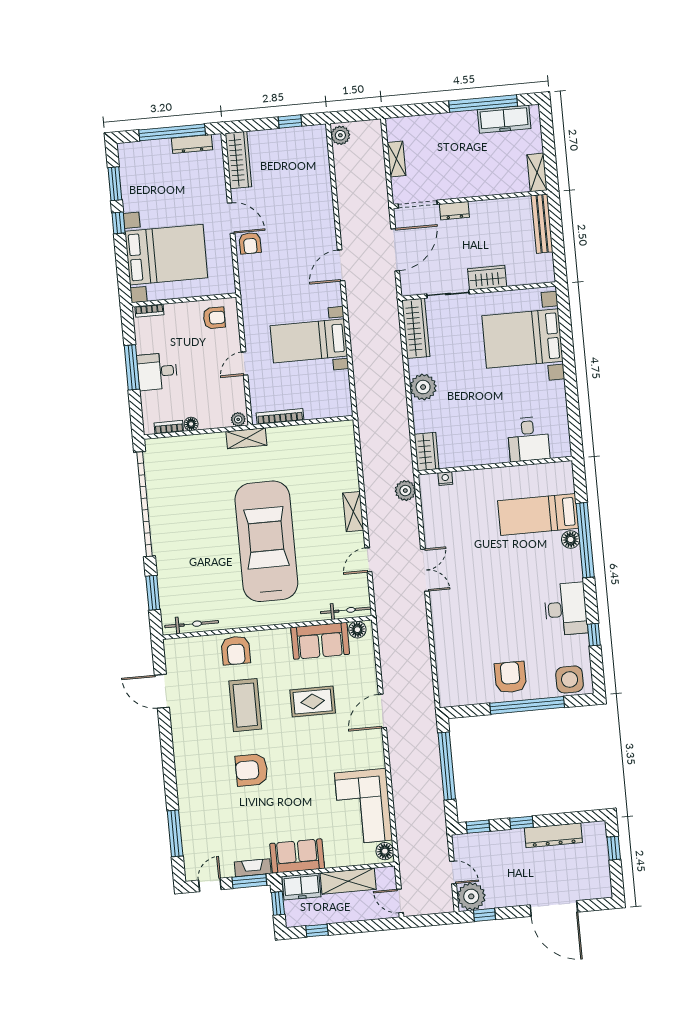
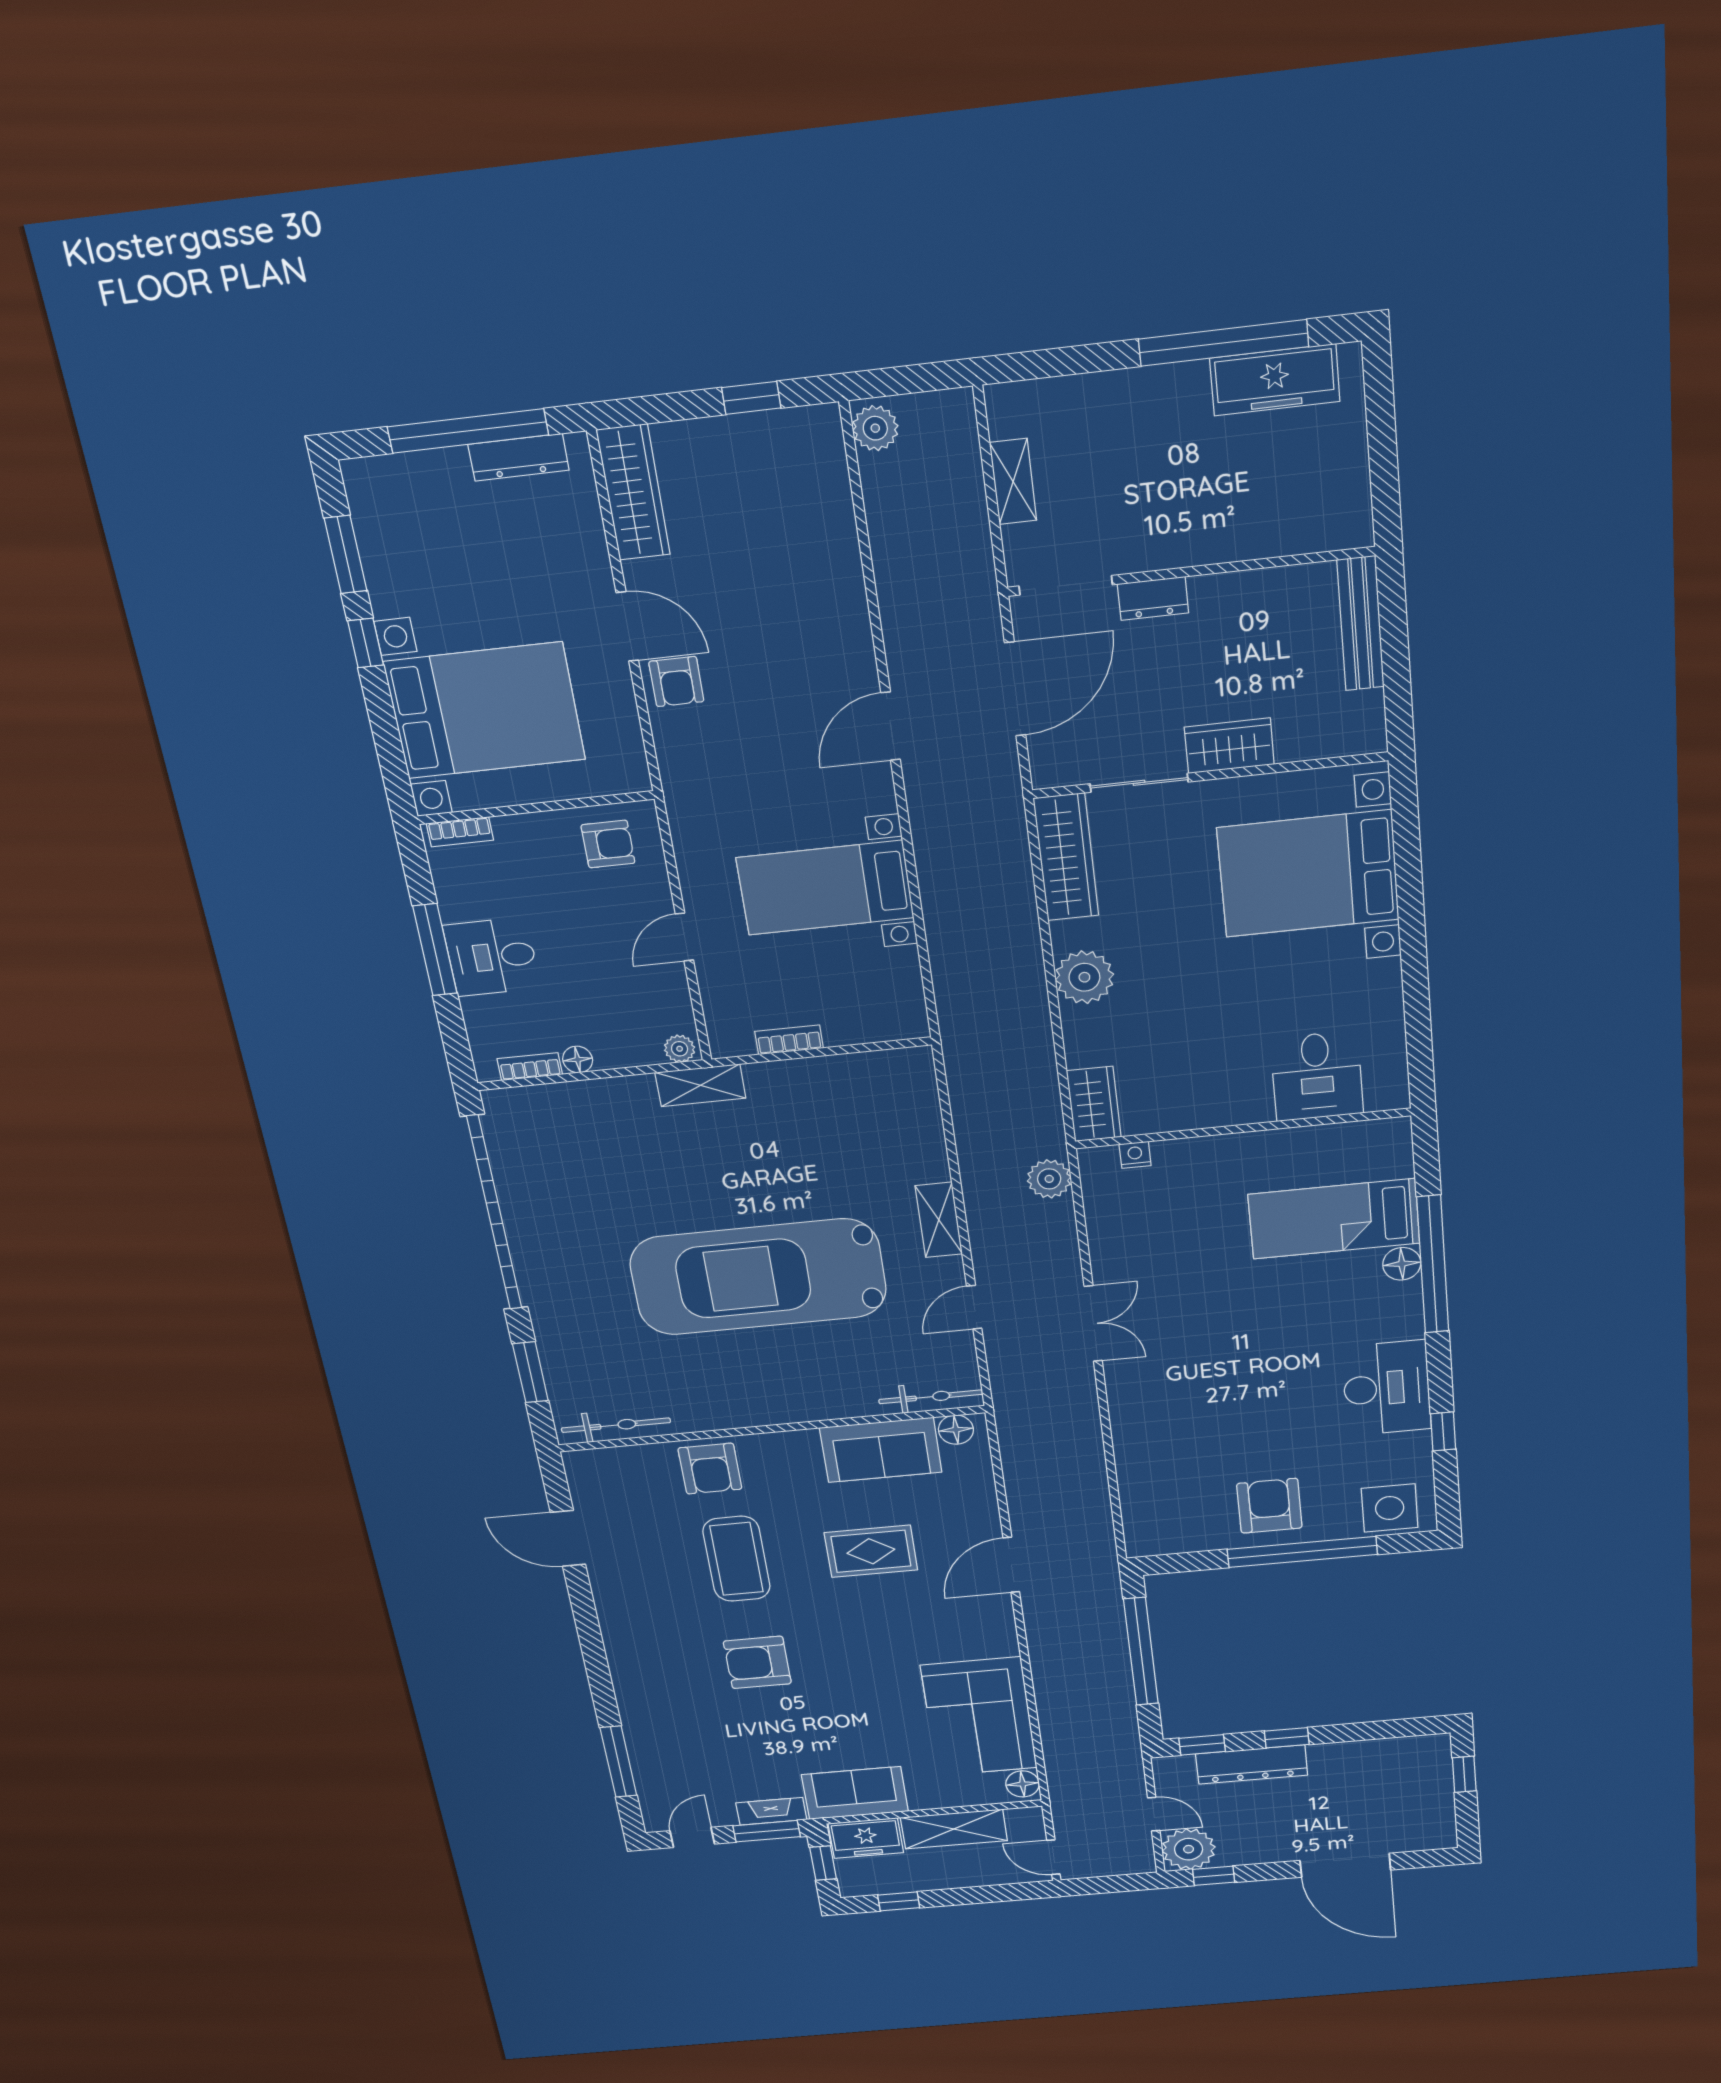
shelving: (537, 172) -> (1352, 505), removed
bookcase: (280, 417) -> (789, 1040), width x0.64
car: (266, 541) -> (758, 1277), turned -90
dresser: (553, 835) -> (1252, 1764), moved

